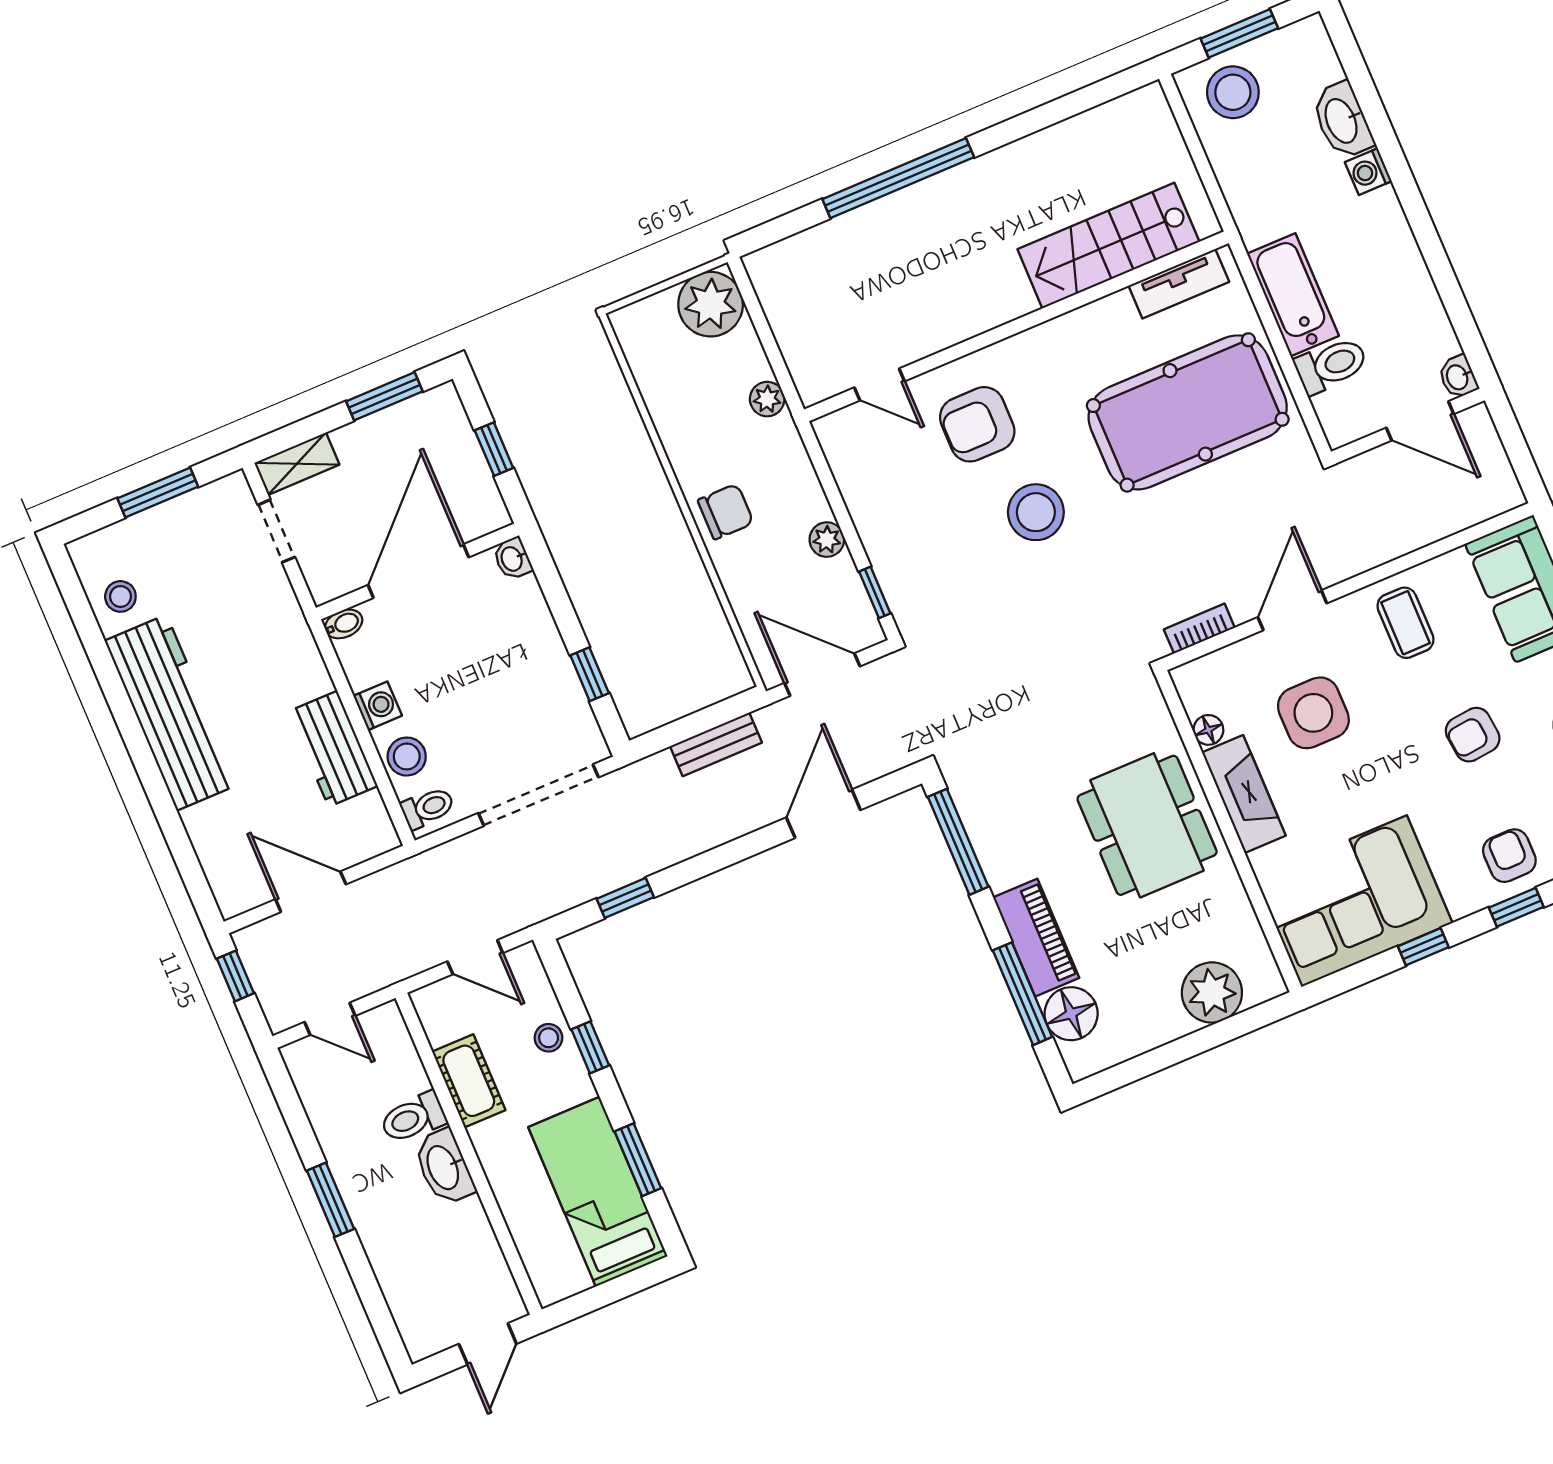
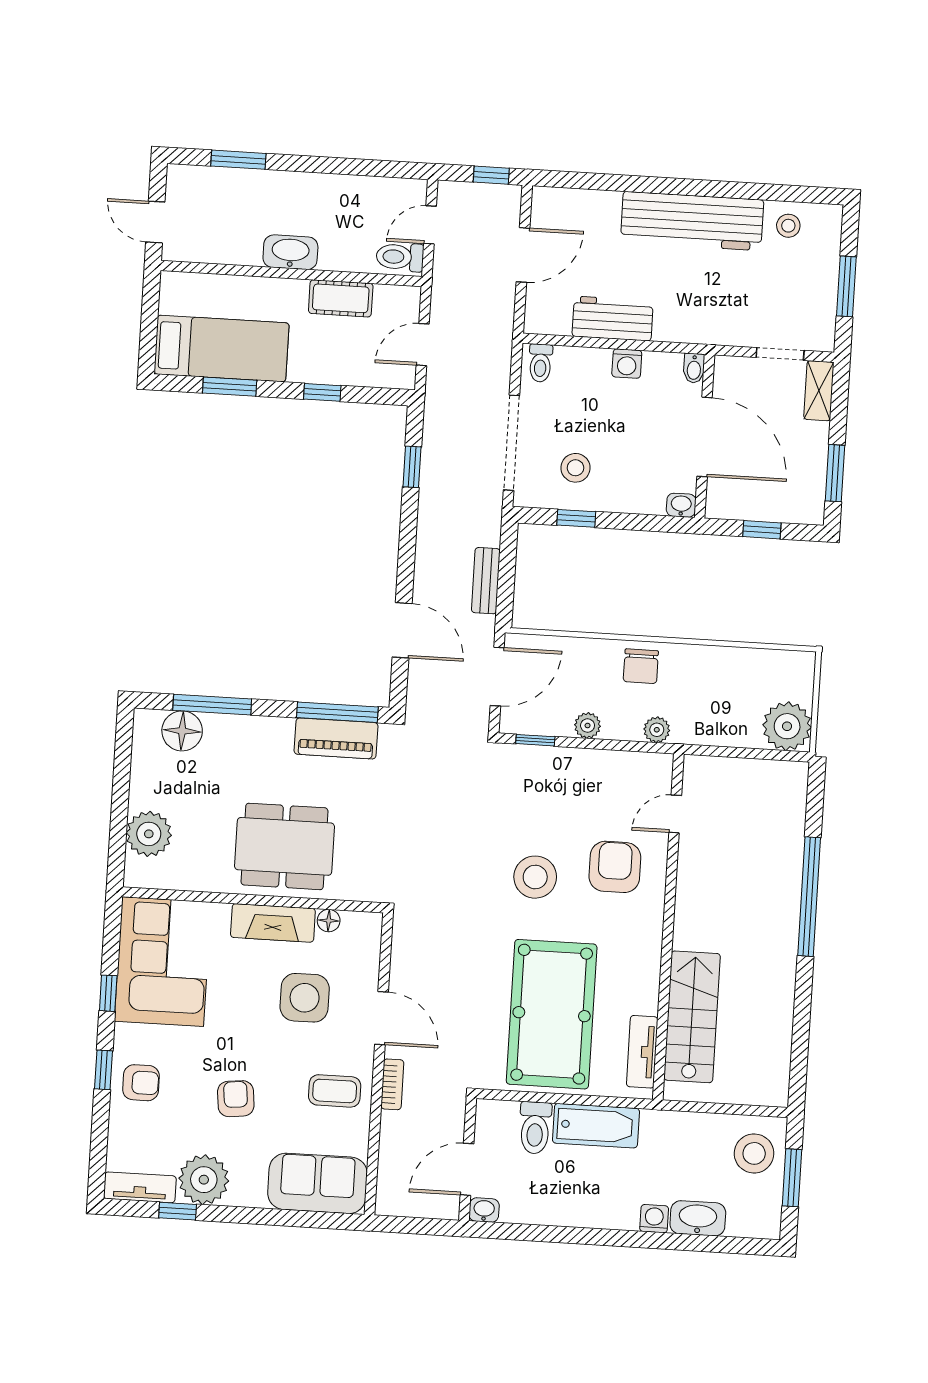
plant: (767, 399) -> (657, 730), moved
bookcase: (1199, 629) -> (392, 1084), moved
stool: (407, 757) -> (576, 468), moved
piano: (1036, 938) -> (336, 738), moved
stool: (549, 1038) -> (343, 367), removed
toilet: (413, 1118) -> (400, 257), moved, turned -90
window: (330, 1200) -> (238, 160), moved

